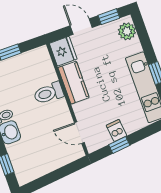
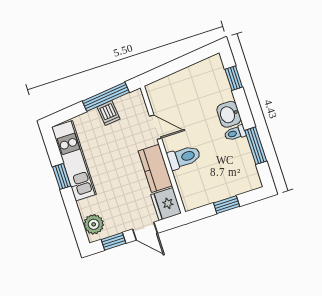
door: (79, 133) -> (155, 127), moved
window: (119, 145) -> (106, 97), width x2.17

